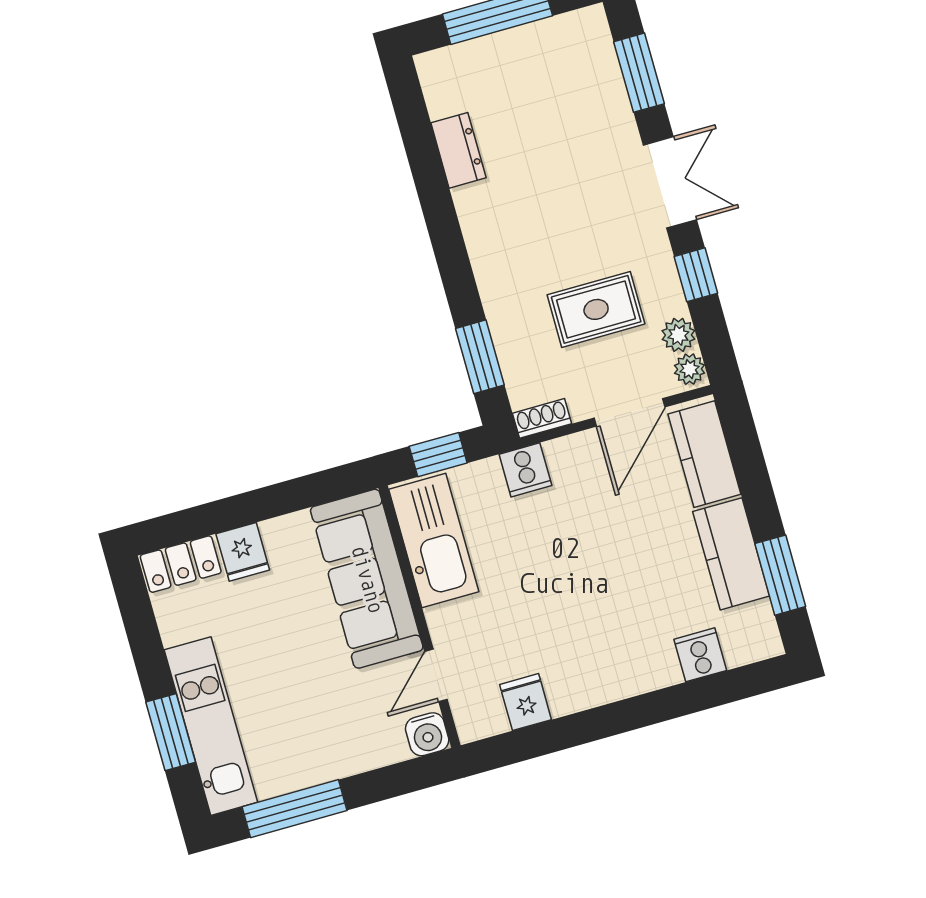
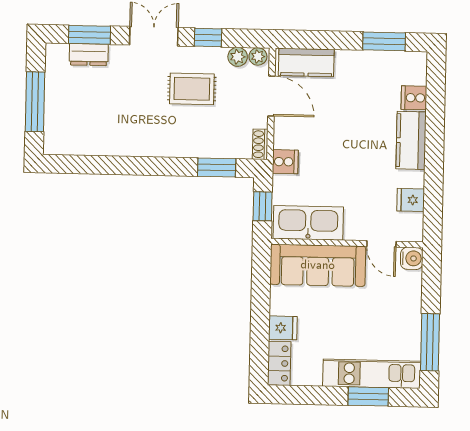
dresser: (458, 150) -> (89, 55), moved, turned 180
rug: (596, 309) -> (192, 89), moved, turned 90
kitchen counter: (731, 554) -> (411, 140), moved, turned 90

